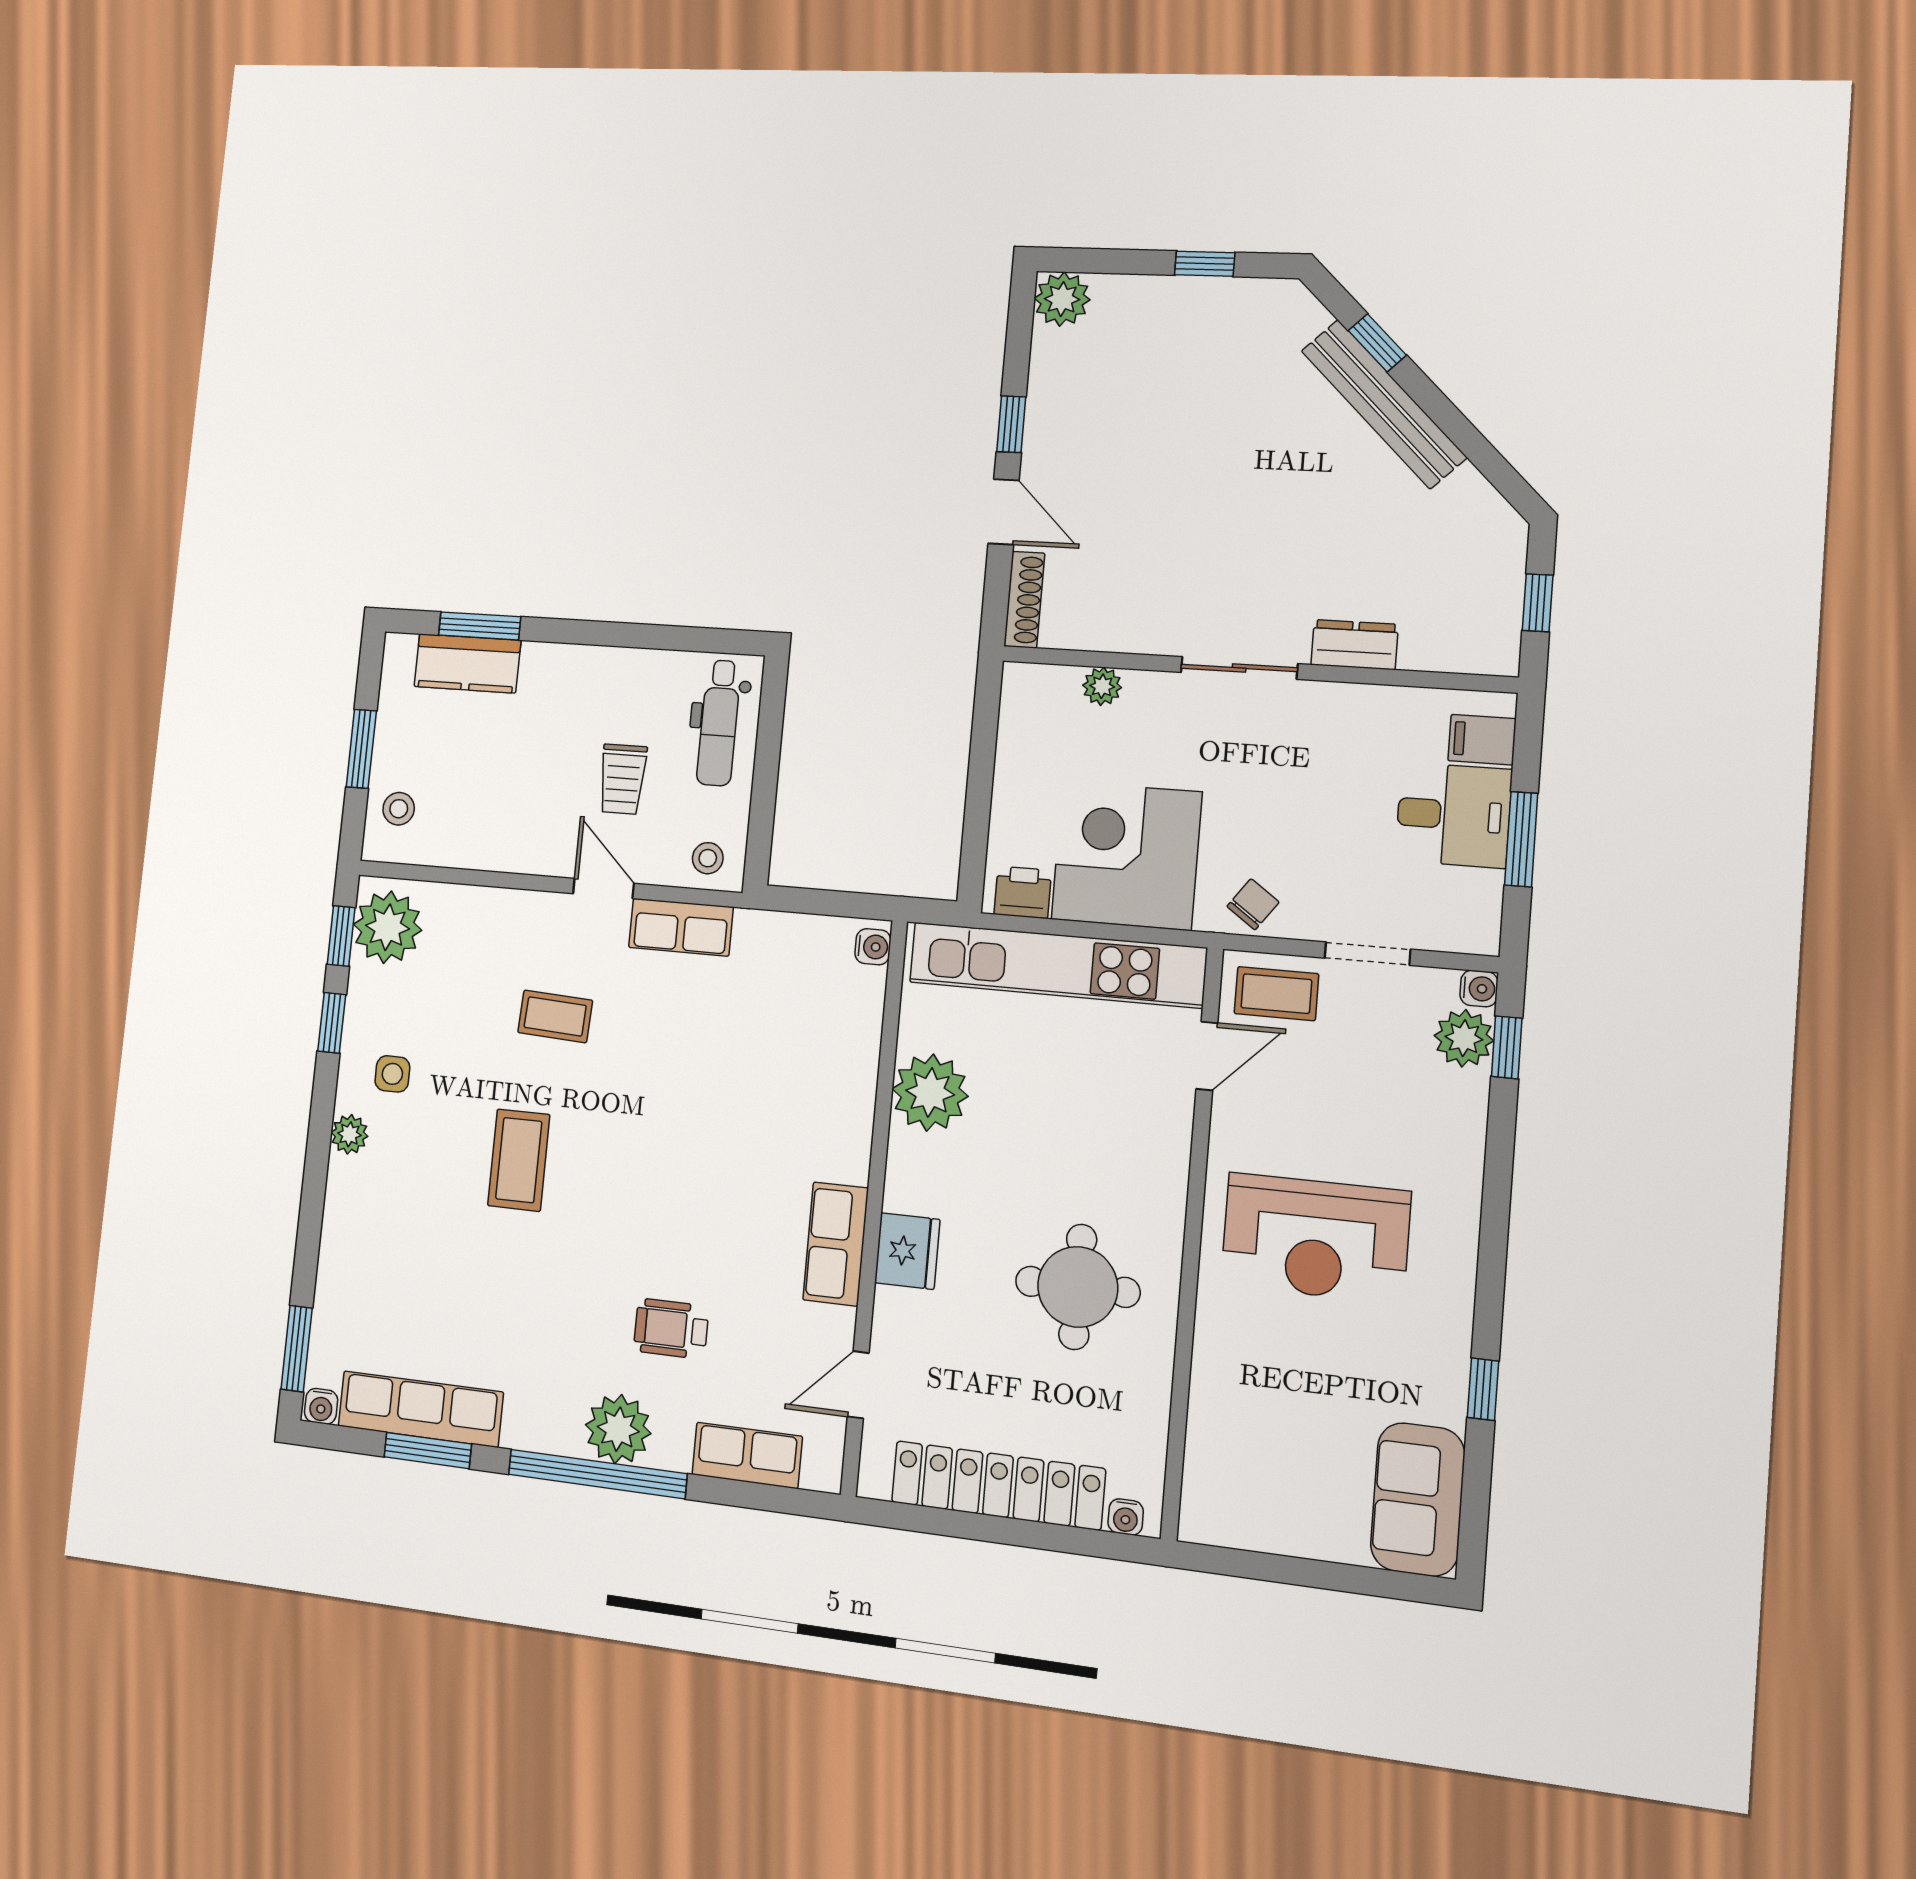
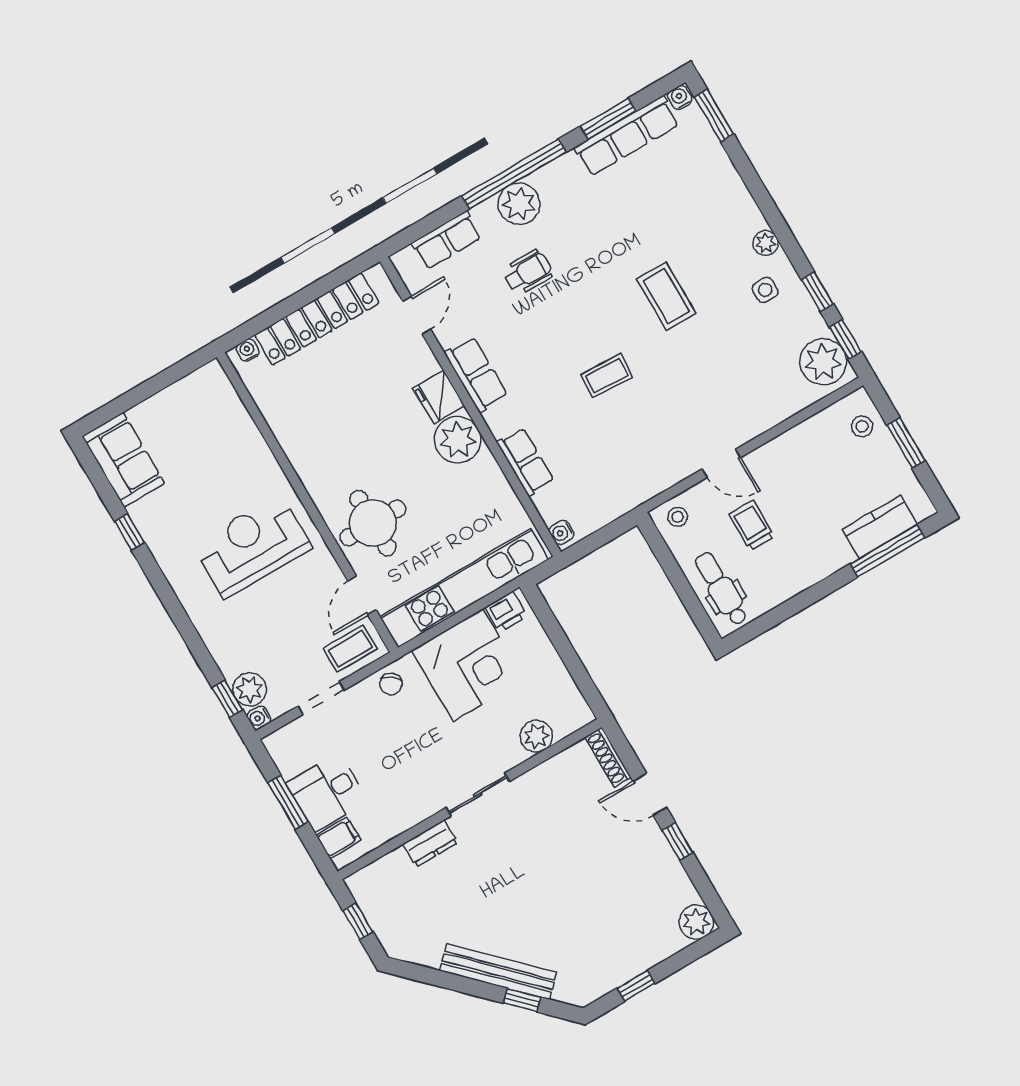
window: (480, 626) -> (887, 551), width x1.44
plant: (1102, 686) -> (536, 736), width x1.38, depth x1.38
row of seats: (681, 927) -> (525, 462), moved, turned 90
coffee table: (555, 1016) -> (607, 376), moved
plant: (930, 1093) -> (458, 440), moved
round table: (1078, 1287) -> (373, 523), moved

